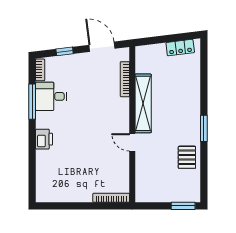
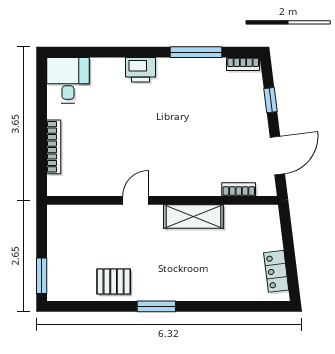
bookcase: (125, 79) -> (239, 189), width x0.64
desk: (51, 96) -> (68, 80), moved
shelving: (143, 103) -> (193, 216), width x0.68
bookcase: (111, 198) -> (54, 147), moved

